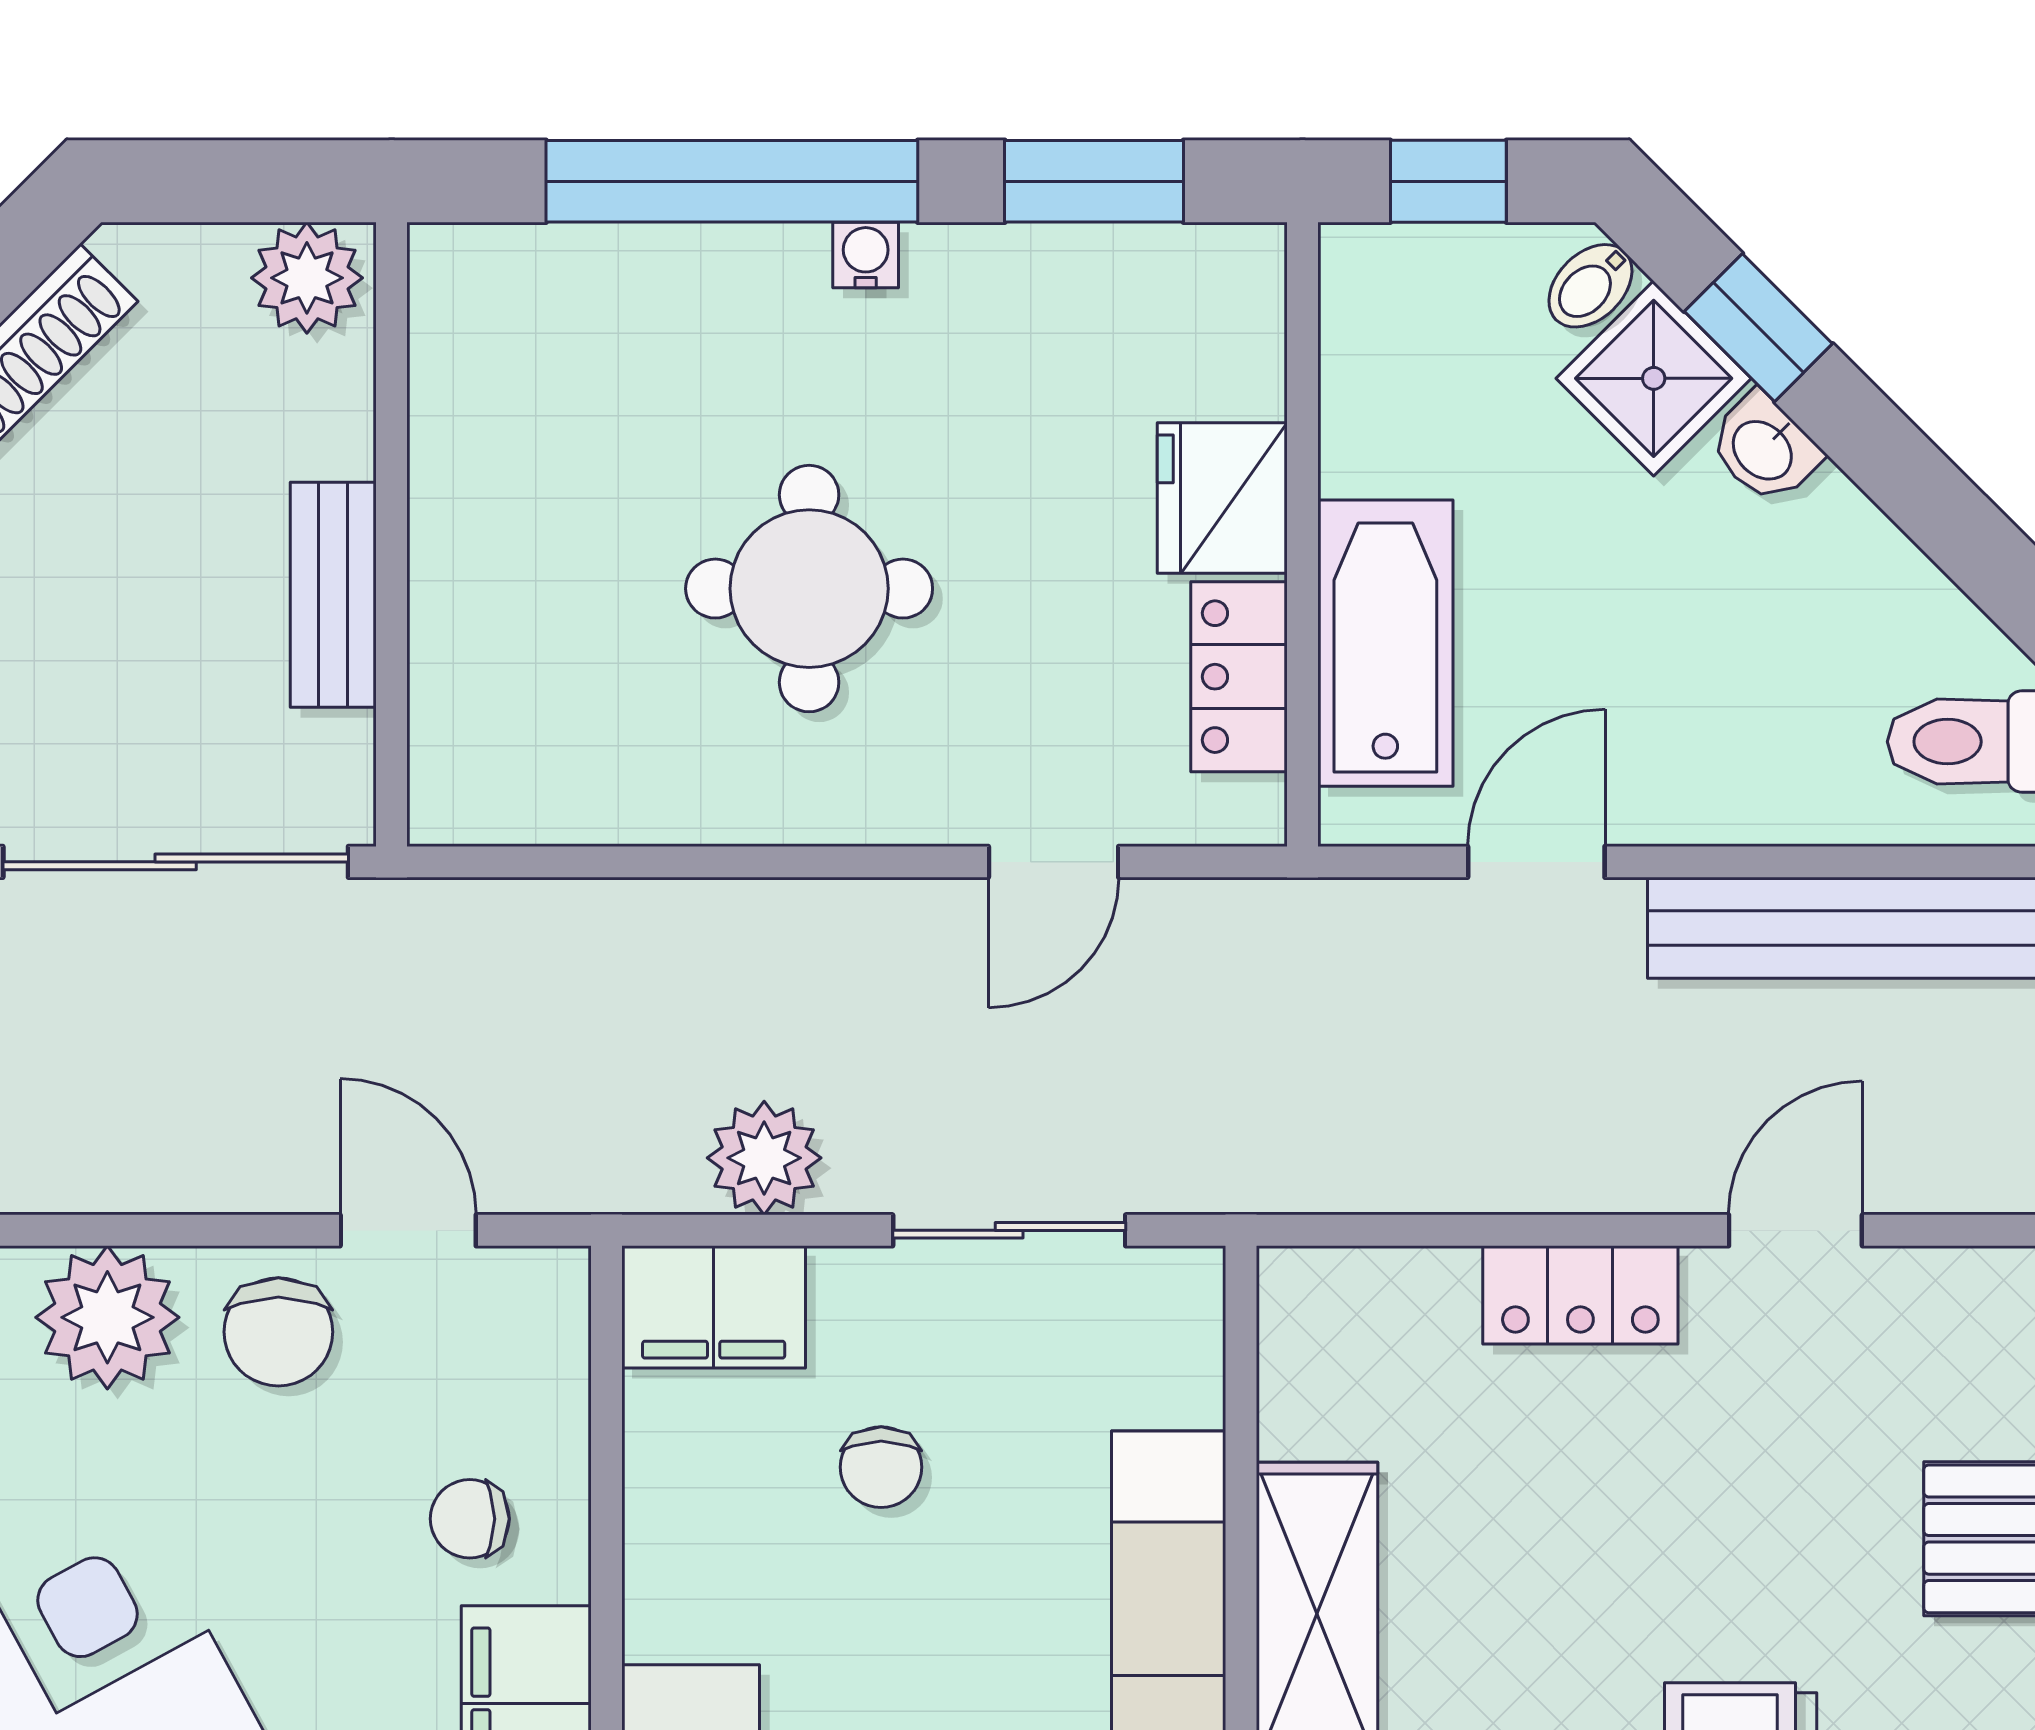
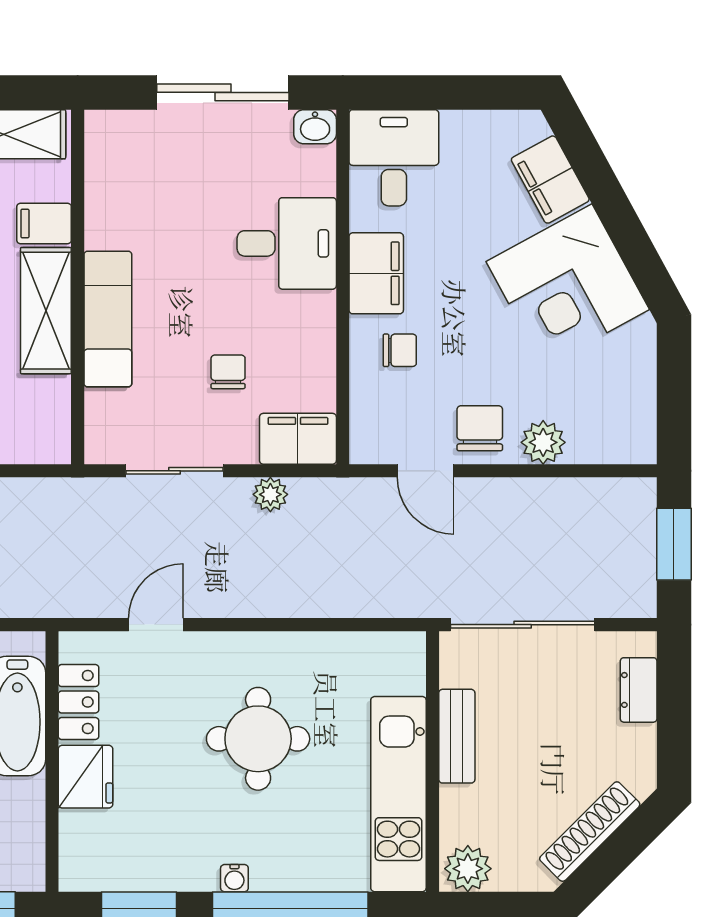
kitchen unit: (473, 456) -> (398, 794), added
plant: (764, 1158) -> (270, 494), width x0.73, depth x0.73
plant: (107, 1317) -> (543, 442), width x0.73, depth x0.73

